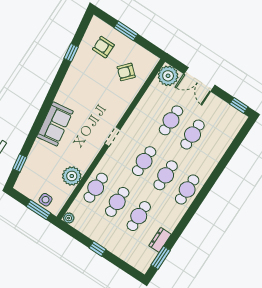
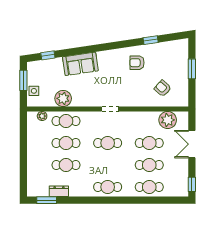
armchair: (103, 47) -> (137, 63), moved, turned -90
plant: (168, 76) -> (168, 120), moved
sofa: (55, 124) -> (80, 64), moved
cafe table: (166, 175) -> (149, 187), moved
window: (39, 210) -> (23, 80), moved
plant: (69, 218) -> (42, 116), moved
window: (98, 249) -> (23, 151), removed

